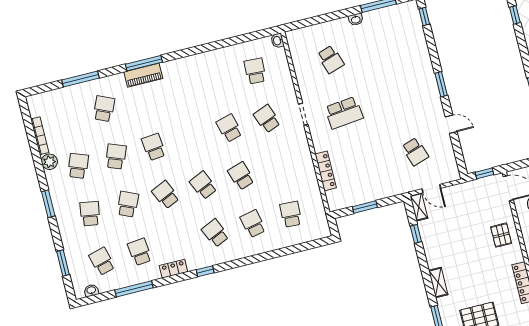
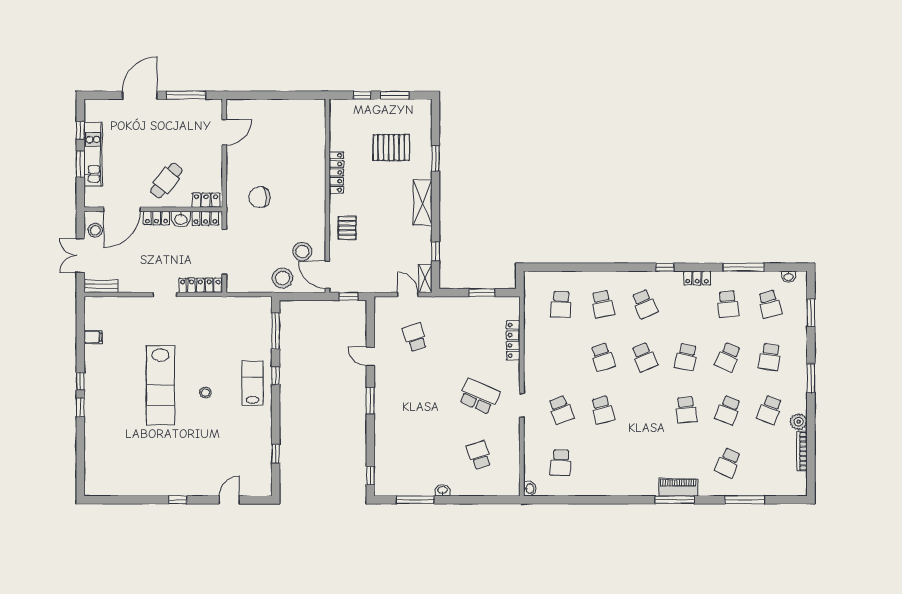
school desk: (344, 113) -> (479, 396), turned 30
school desk: (166, 195) -> (686, 357), turned 36
shelving: (438, 283) -> (423, 202), width x1.50, depth x1.33

